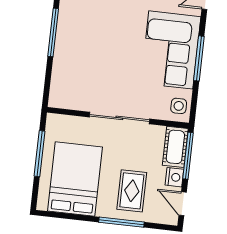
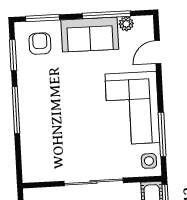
window: (199, 58) -> (162, 134), moved

